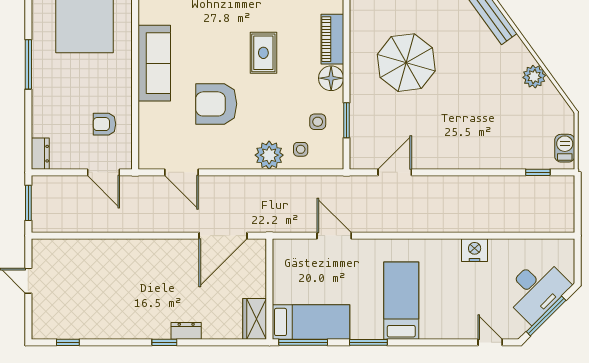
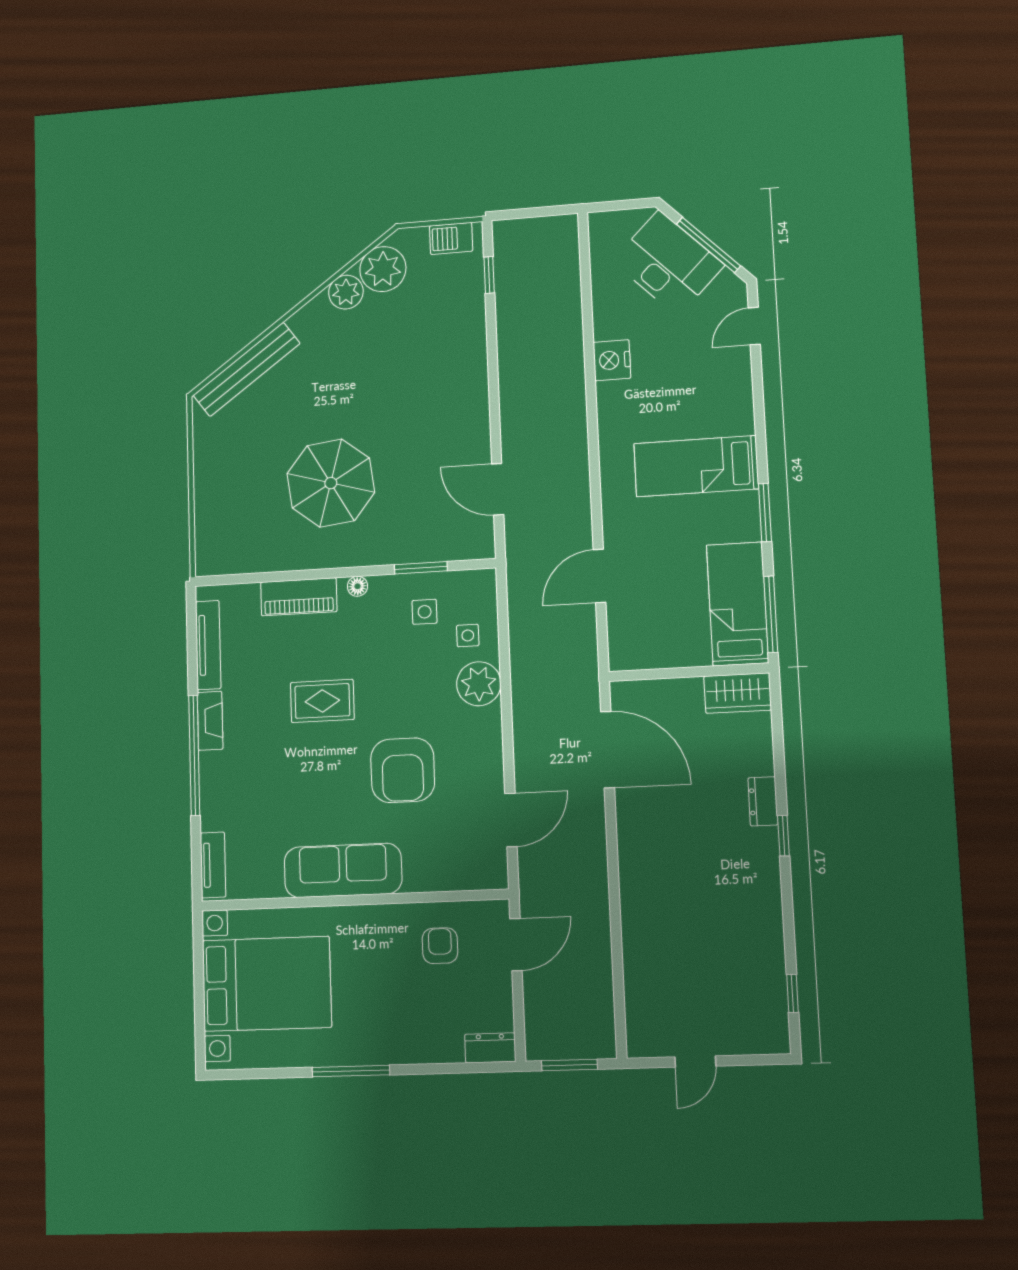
floor lamp: (331, 78) -> (357, 586), width x0.53, depth x0.53
plant: (548, 102) -> (383, 269), added
armchair: (104, 124) -> (440, 946), turned 180

